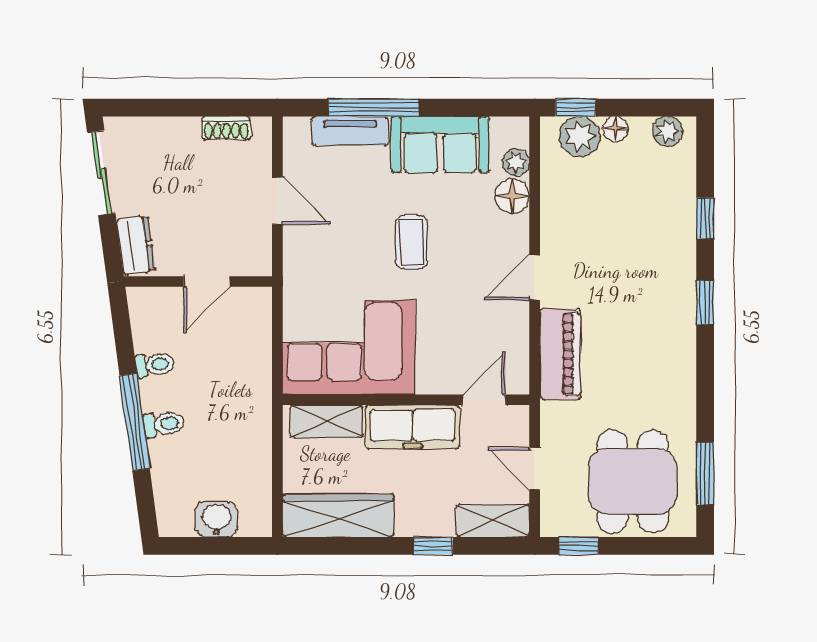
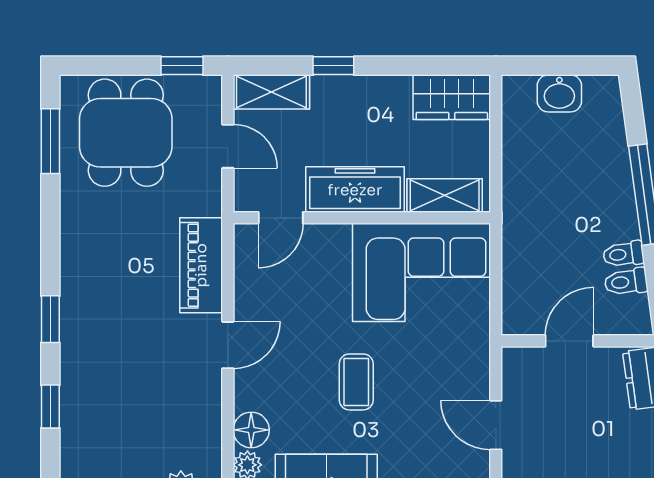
toilet: (164, 424) -> (626, 282), moved
wardrobe: (338, 516) -> (452, 97), width x0.67

